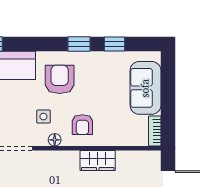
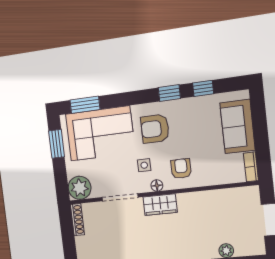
armchair: (60, 79) -> (155, 129), turned -90
armchair: (82, 125) -> (181, 169), turned 180
wardrobe: (98, 161) -> (160, 205), moved

